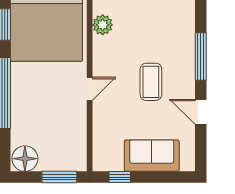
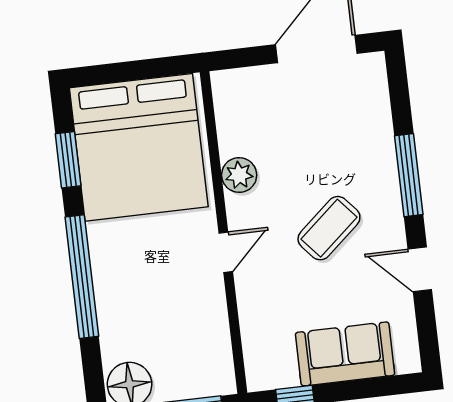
plant: (103, 25) -> (239, 175), moved
coffee table: (151, 82) -> (329, 228), turned 49

